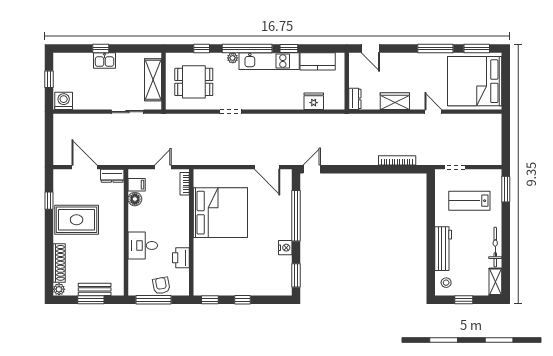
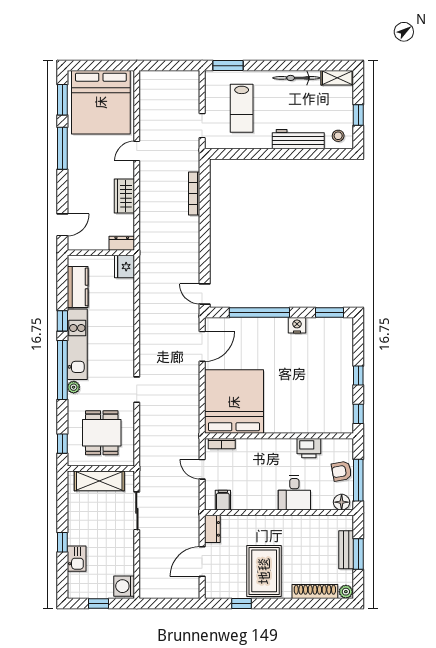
window: (202, 48) -> (62, 444), moved
kitchen sink: (105, 60) -> (77, 559), moved
fridge: (314, 101) -> (125, 267), moved
floor lamp: (135, 199) -> (342, 502), moved
bed: (220, 213) -> (234, 402), moved

